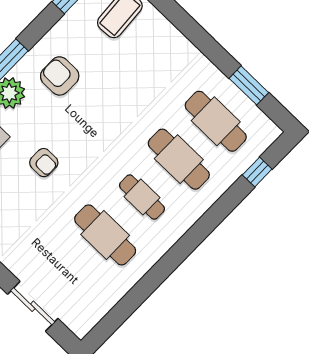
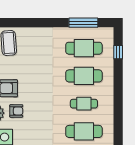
window: (249, 85) -> (83, 23), width x1.44
armchair: (44, 163) -> (16, 111), moved

